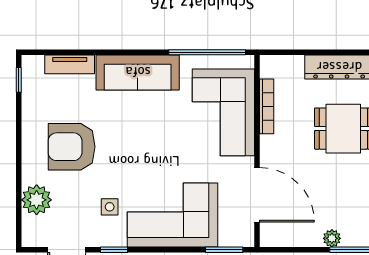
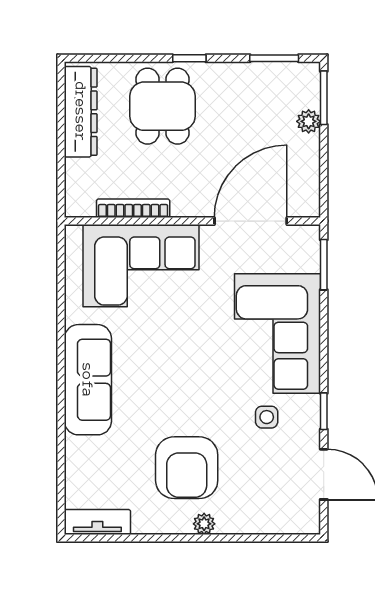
window: (207, 52) -> (61, 287), removed
tv unit: (70, 64) -> (97, 522), moved, turned -90
window: (19, 80) -> (98, 538), removed
plant: (37, 200) -> (204, 524), moved, width x0.53, depth x0.53

